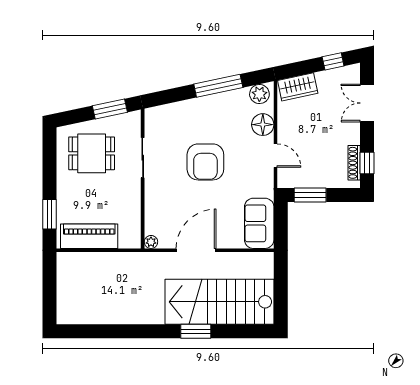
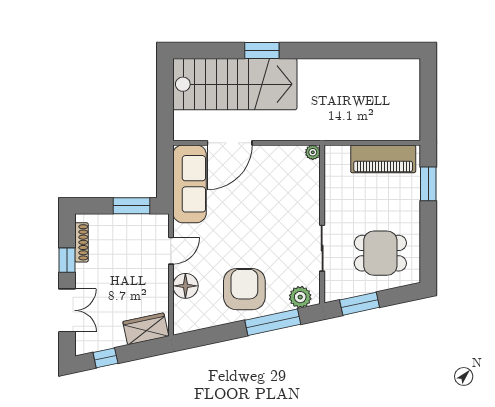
window: (218, 86) -> (273, 322), moved
plant: (259, 94) -> (300, 297), moved
door: (275, 156) -> (171, 251), swing flipped
armchair: (205, 162) -> (244, 289), moved
window: (367, 163) -> (67, 260), moved
sofa: (259, 223) -> (190, 184), width x1.36
door: (196, 250) -> (230, 143), moved

